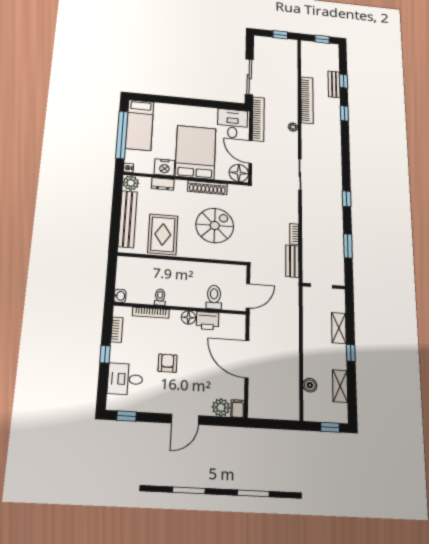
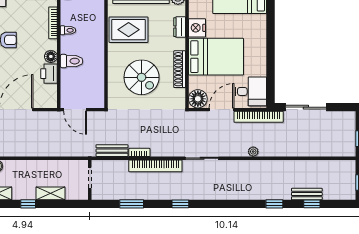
bookcase: (307, 100) -> (155, 166), moved
toilet: (214, 297) -> (72, 61), moved

